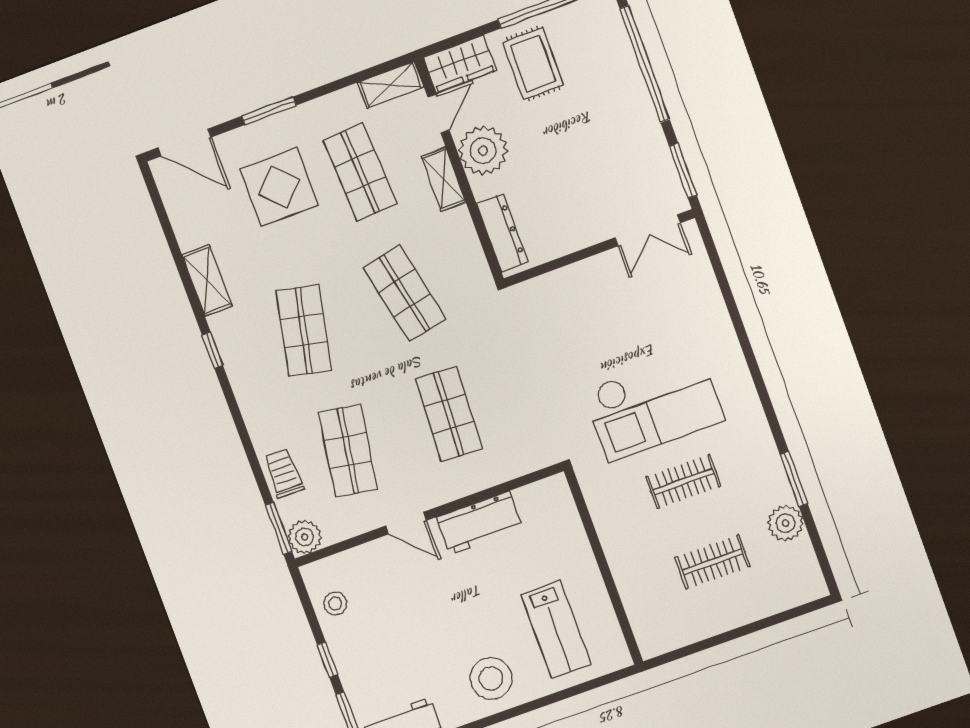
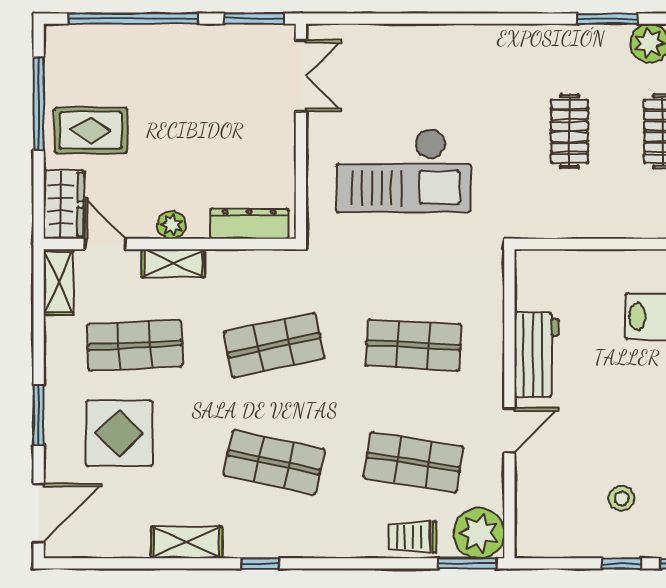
plant: (483, 151) -> (172, 225), width x0.53, depth x0.53
checkout: (654, 406) -> (404, 170), moved, turned 90
plant: (305, 537) -> (479, 533), width x1.36, depth x1.36
stool: (335, 604) -> (622, 498), moved

